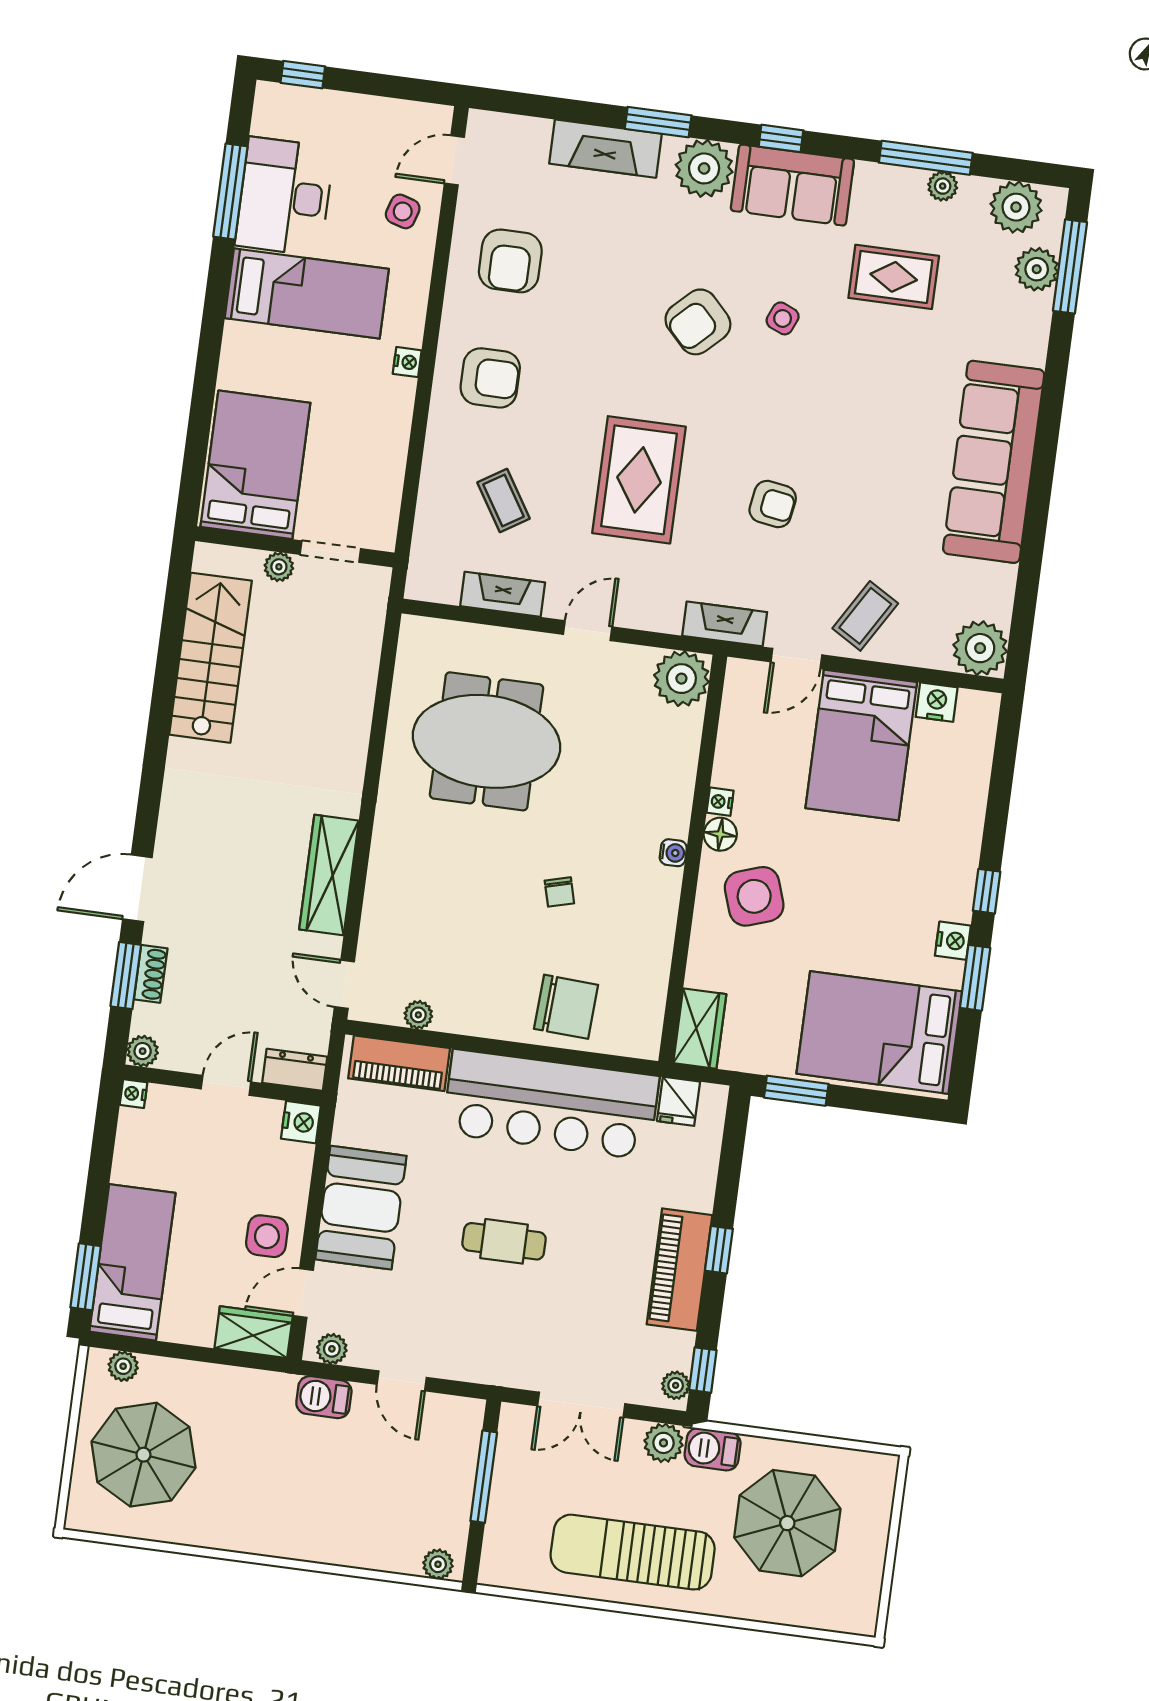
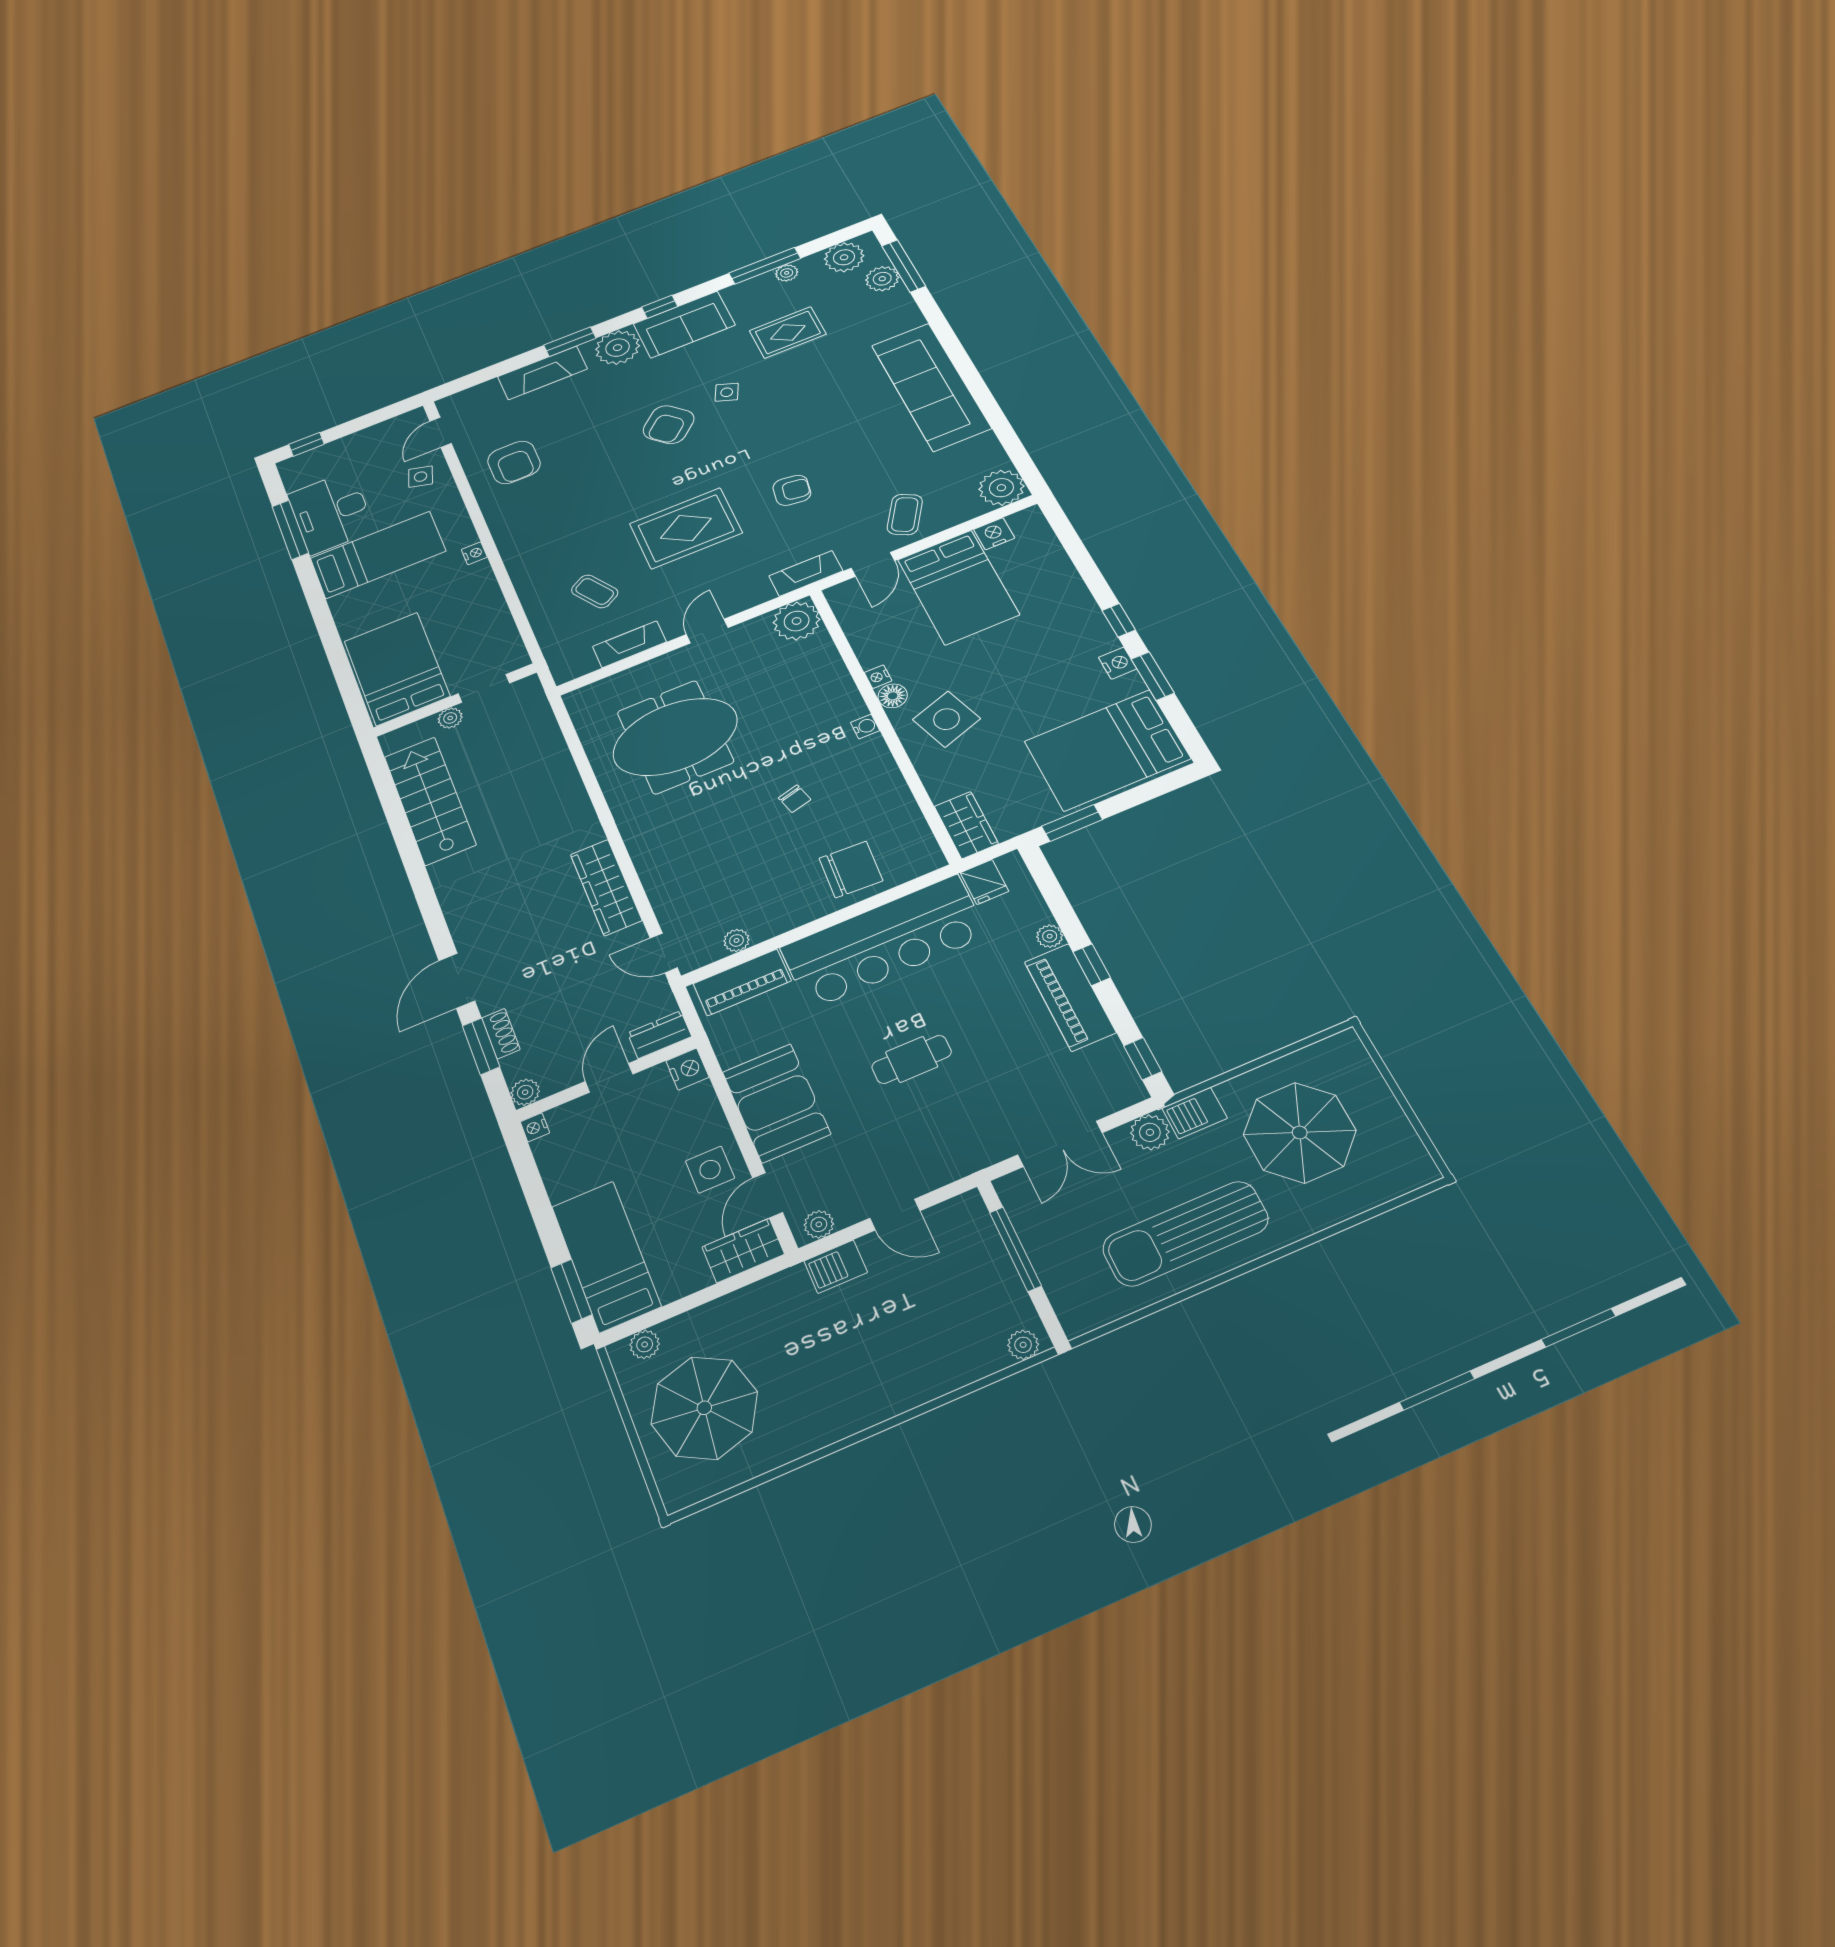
armchair: (490, 378) -> (540, 530), removed
rug: (639, 480) -> (686, 528), turned 90
plant: (676, 1385) -> (1050, 936), moved

